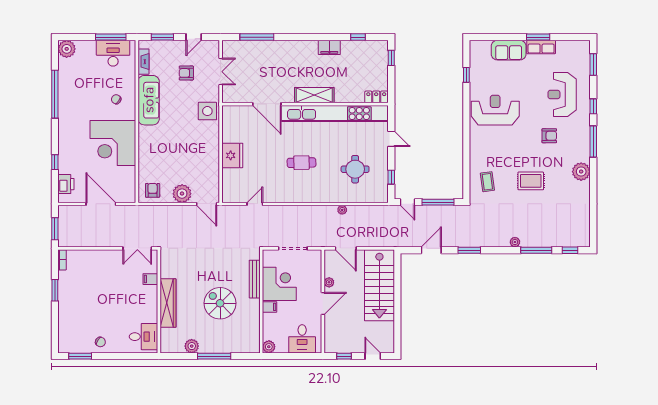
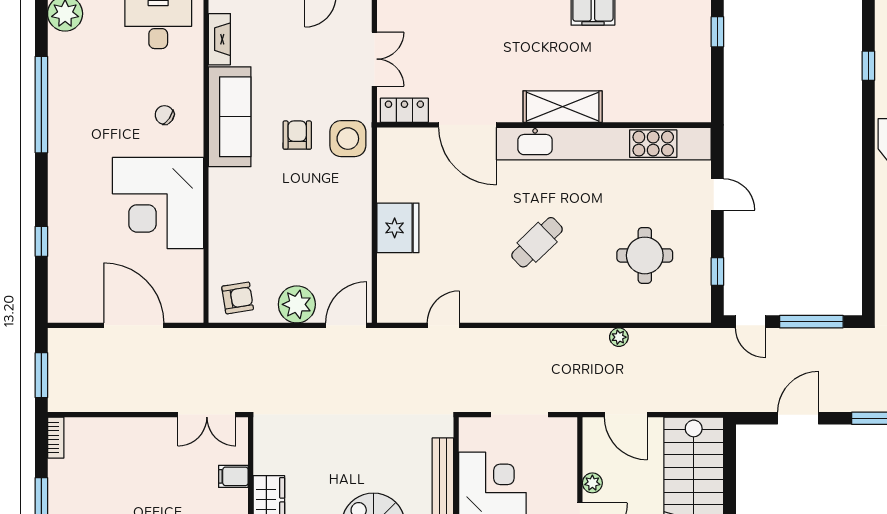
armchair: (186, 73) -> (297, 135), moved, turned 90
locker: (376, 97) -> (404, 110), moved
cafe table: (301, 163) -> (537, 242), turned -43
printer: (66, 184) -> (64, 285), removed
armchair: (153, 190) -> (238, 298), turned 81
door: (207, 204) -> (346, 325), swing flipped

